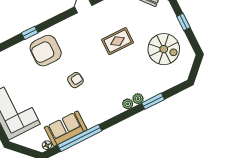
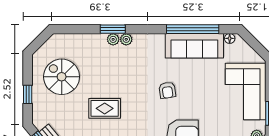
armchair: (75, 80) -> (167, 90), turned -90
window: (153, 101) -> (113, 29), moved
sofa: (66, 129) -> (194, 46), width x1.36

